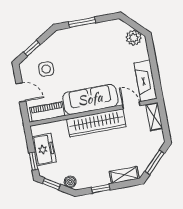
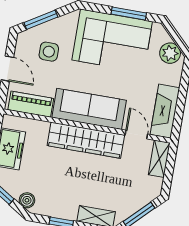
window: (82, 22) -> (129, 13), moved
corner sofa: (89, 44) -> (112, 41), added
window: (32, 48) -> (41, 20), width x1.50

